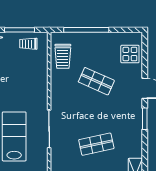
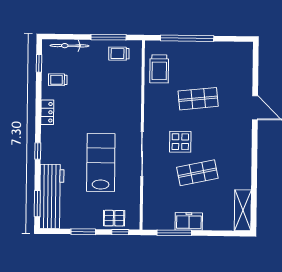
display table: (130, 54) -> (180, 142), moved
shop shelf: (96, 81) -> (198, 99), turned -30
window: (145, 119) -> (255, 144), removed

